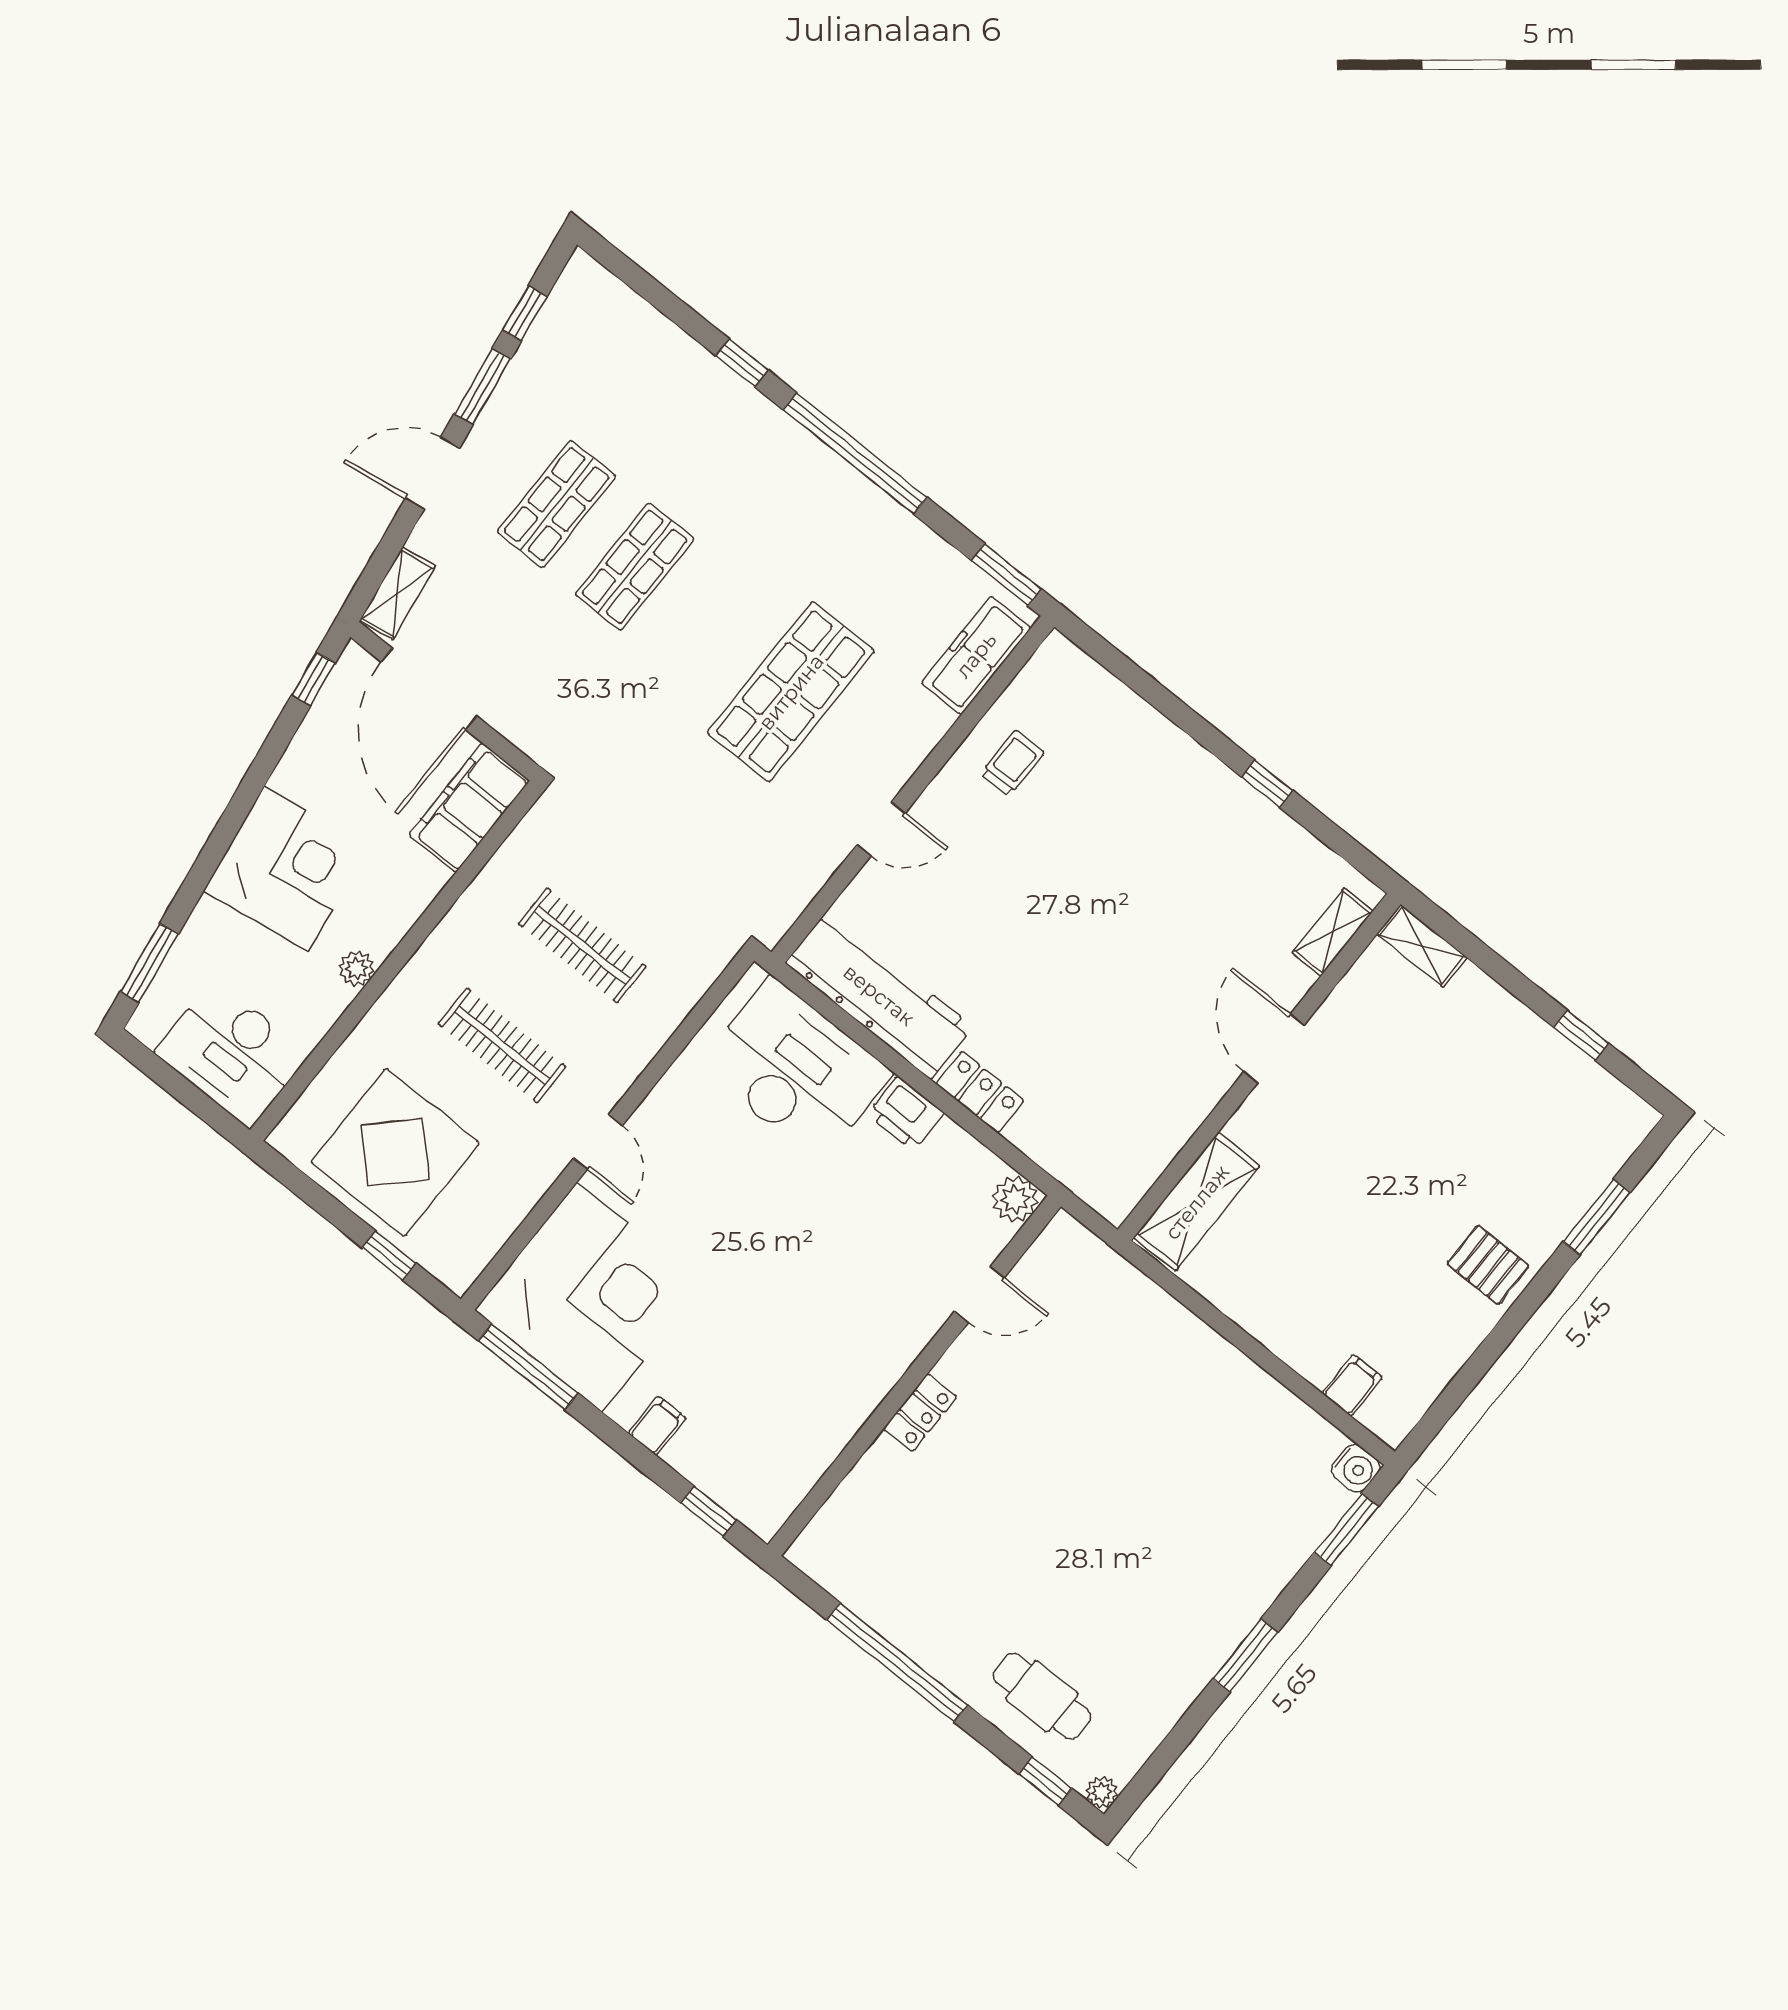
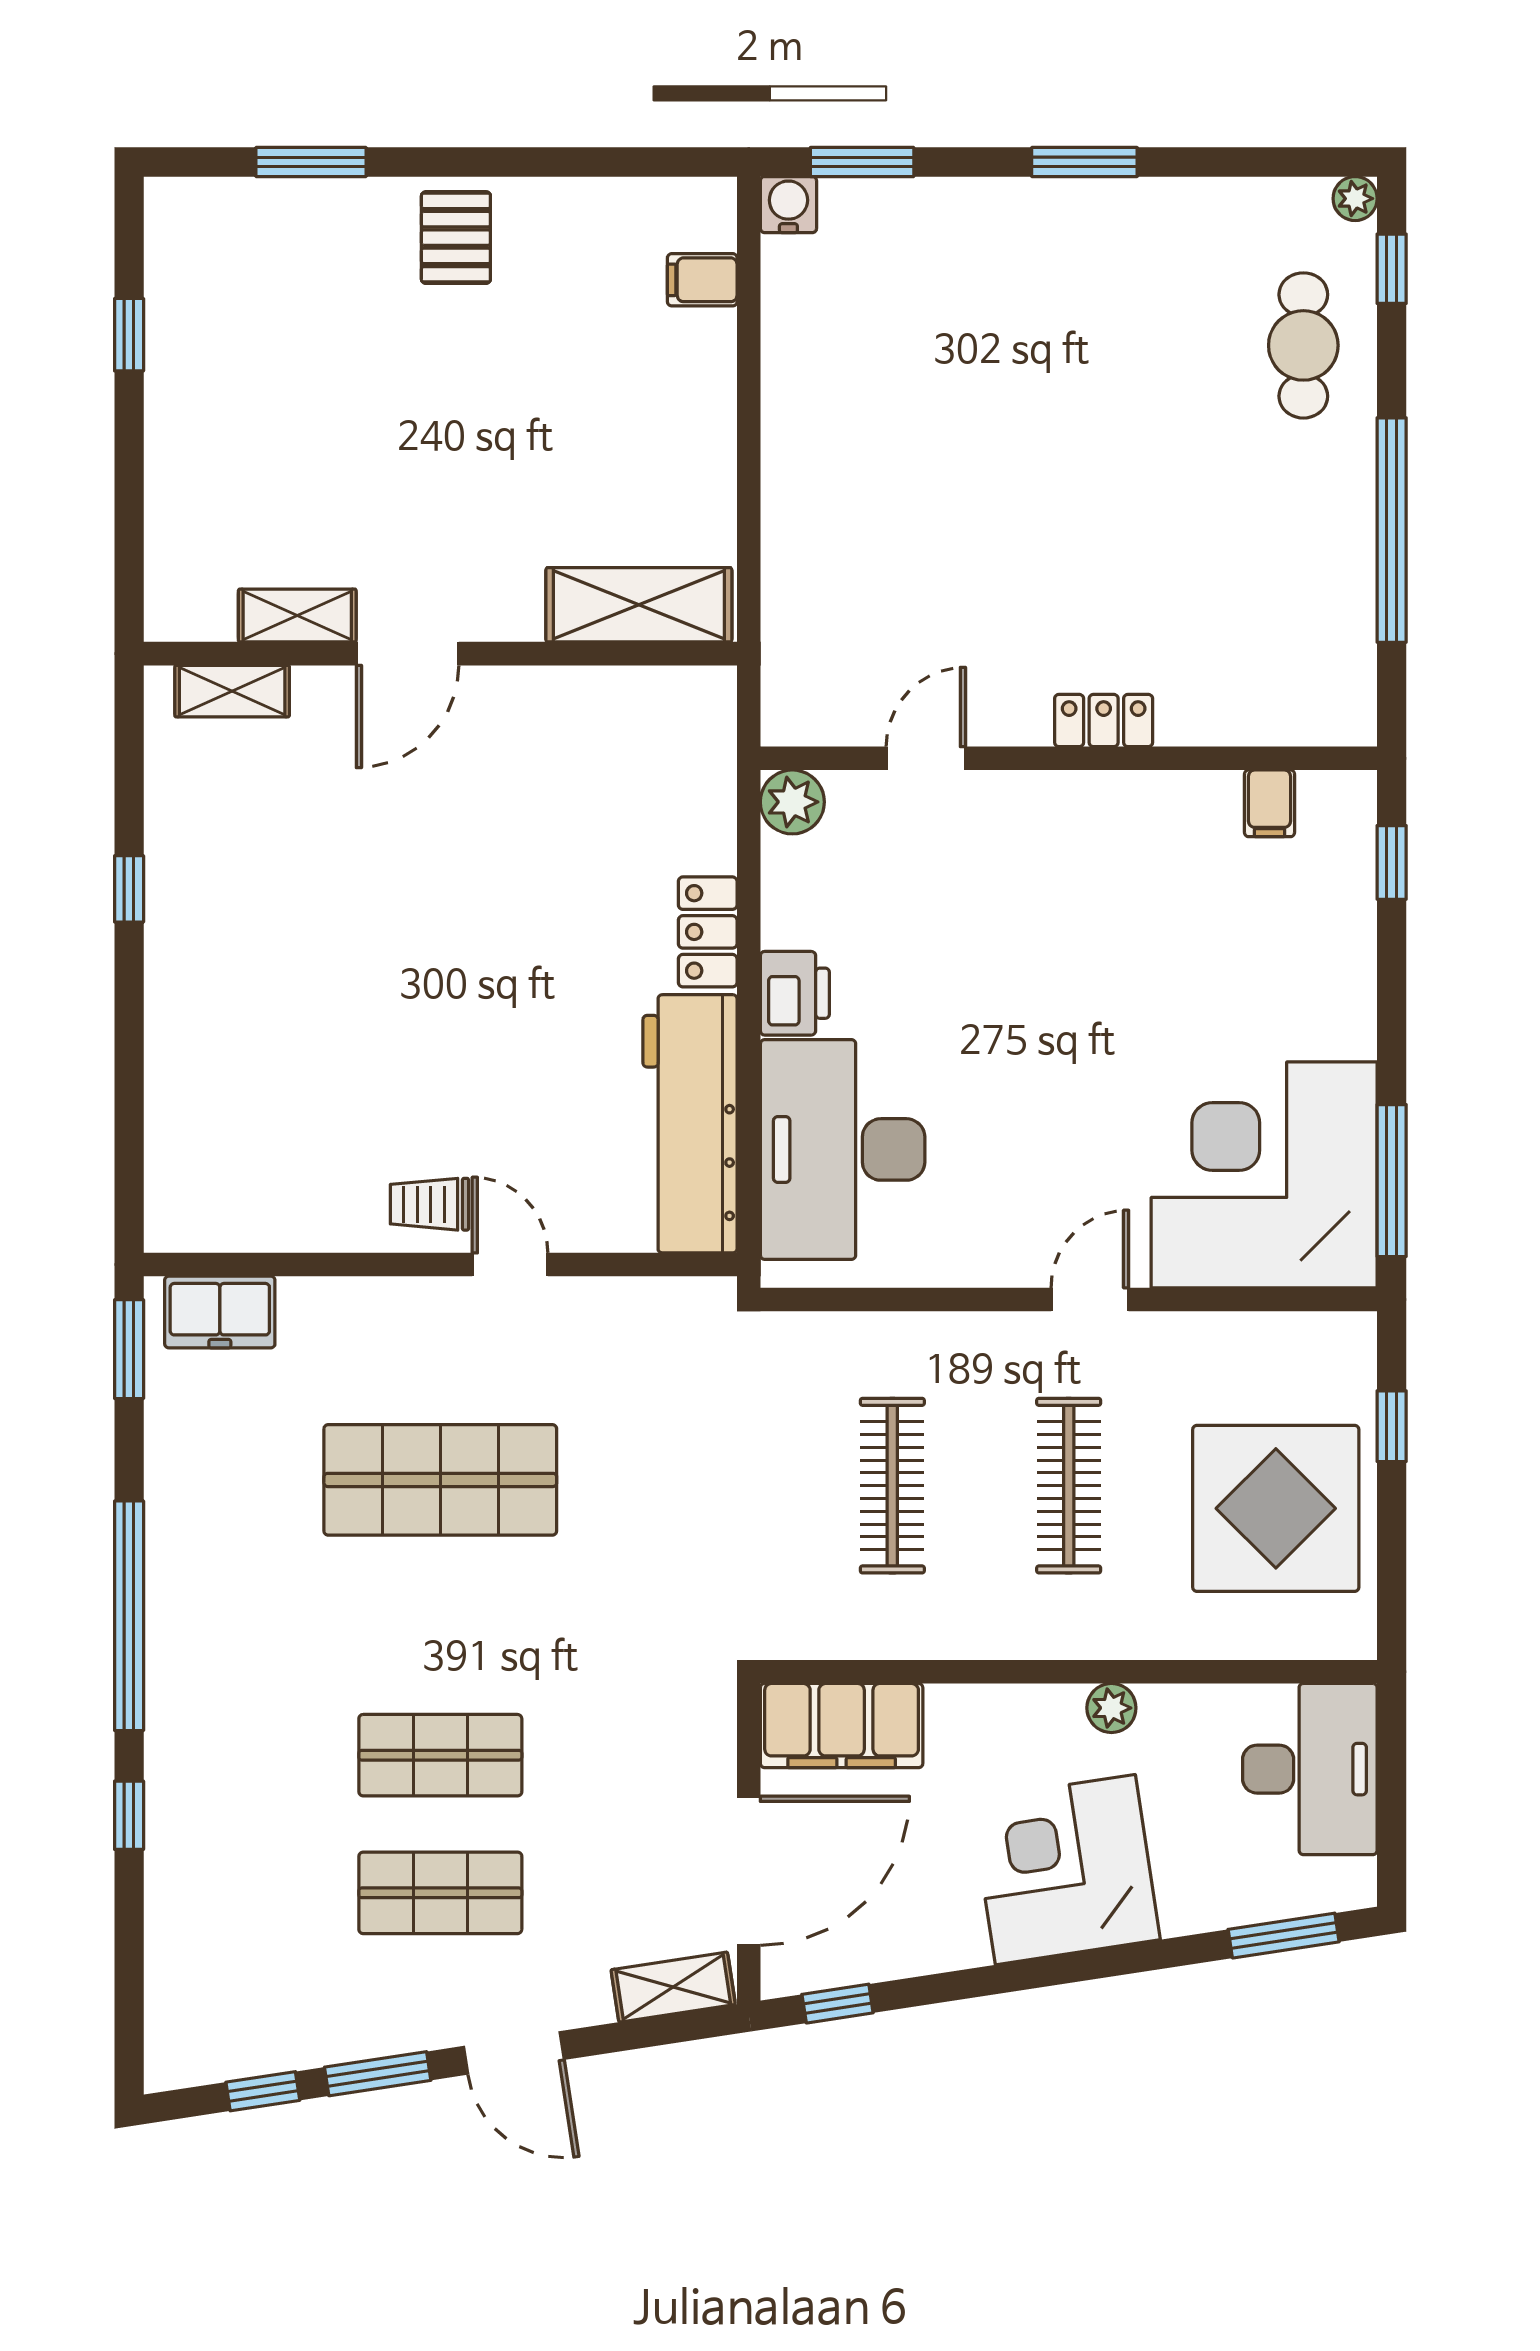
freezer: (976, 655) -> (220, 1312), width x0.71
trolley: (1012, 763) -> (429, 1204), moved
shelving: (1422, 946) -> (297, 616), moved, turned 90
door: (979, 1295) -> (926, 758), hinge flipped
filing cabinet: (657, 1426) -> (1270, 803), moved, turned -90

